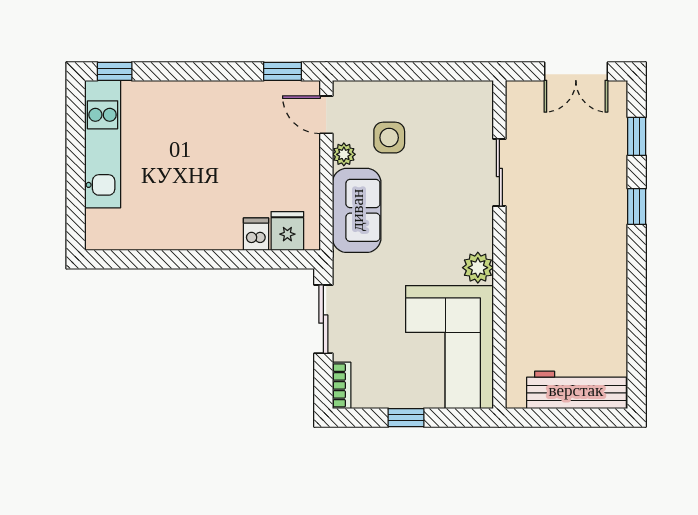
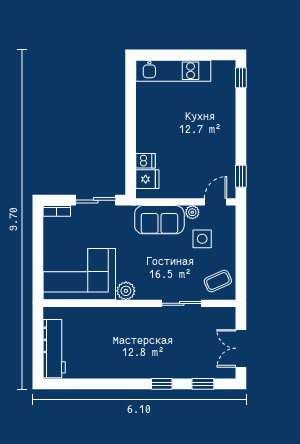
coffee table: (461, 111) -> (218, 281), added
kitchen unit: (103, 144) -> (173, 71), moved
window: (406, 418) -> (38, 249), removed

